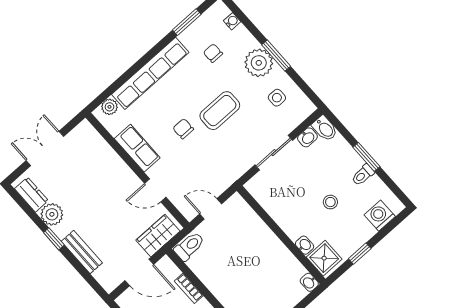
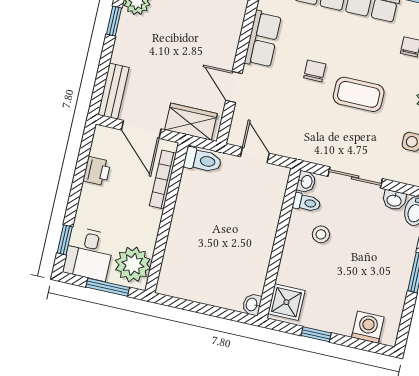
toilet: (363, 175) -> (307, 203), moved, turned 180
stool: (330, 202) -> (321, 234), moved
washbasin: (305, 245) -> (306, 182), moved
bench: (82, 252) -> (113, 91), moved
bookcase: (189, 288) -> (163, 179), width x1.56

